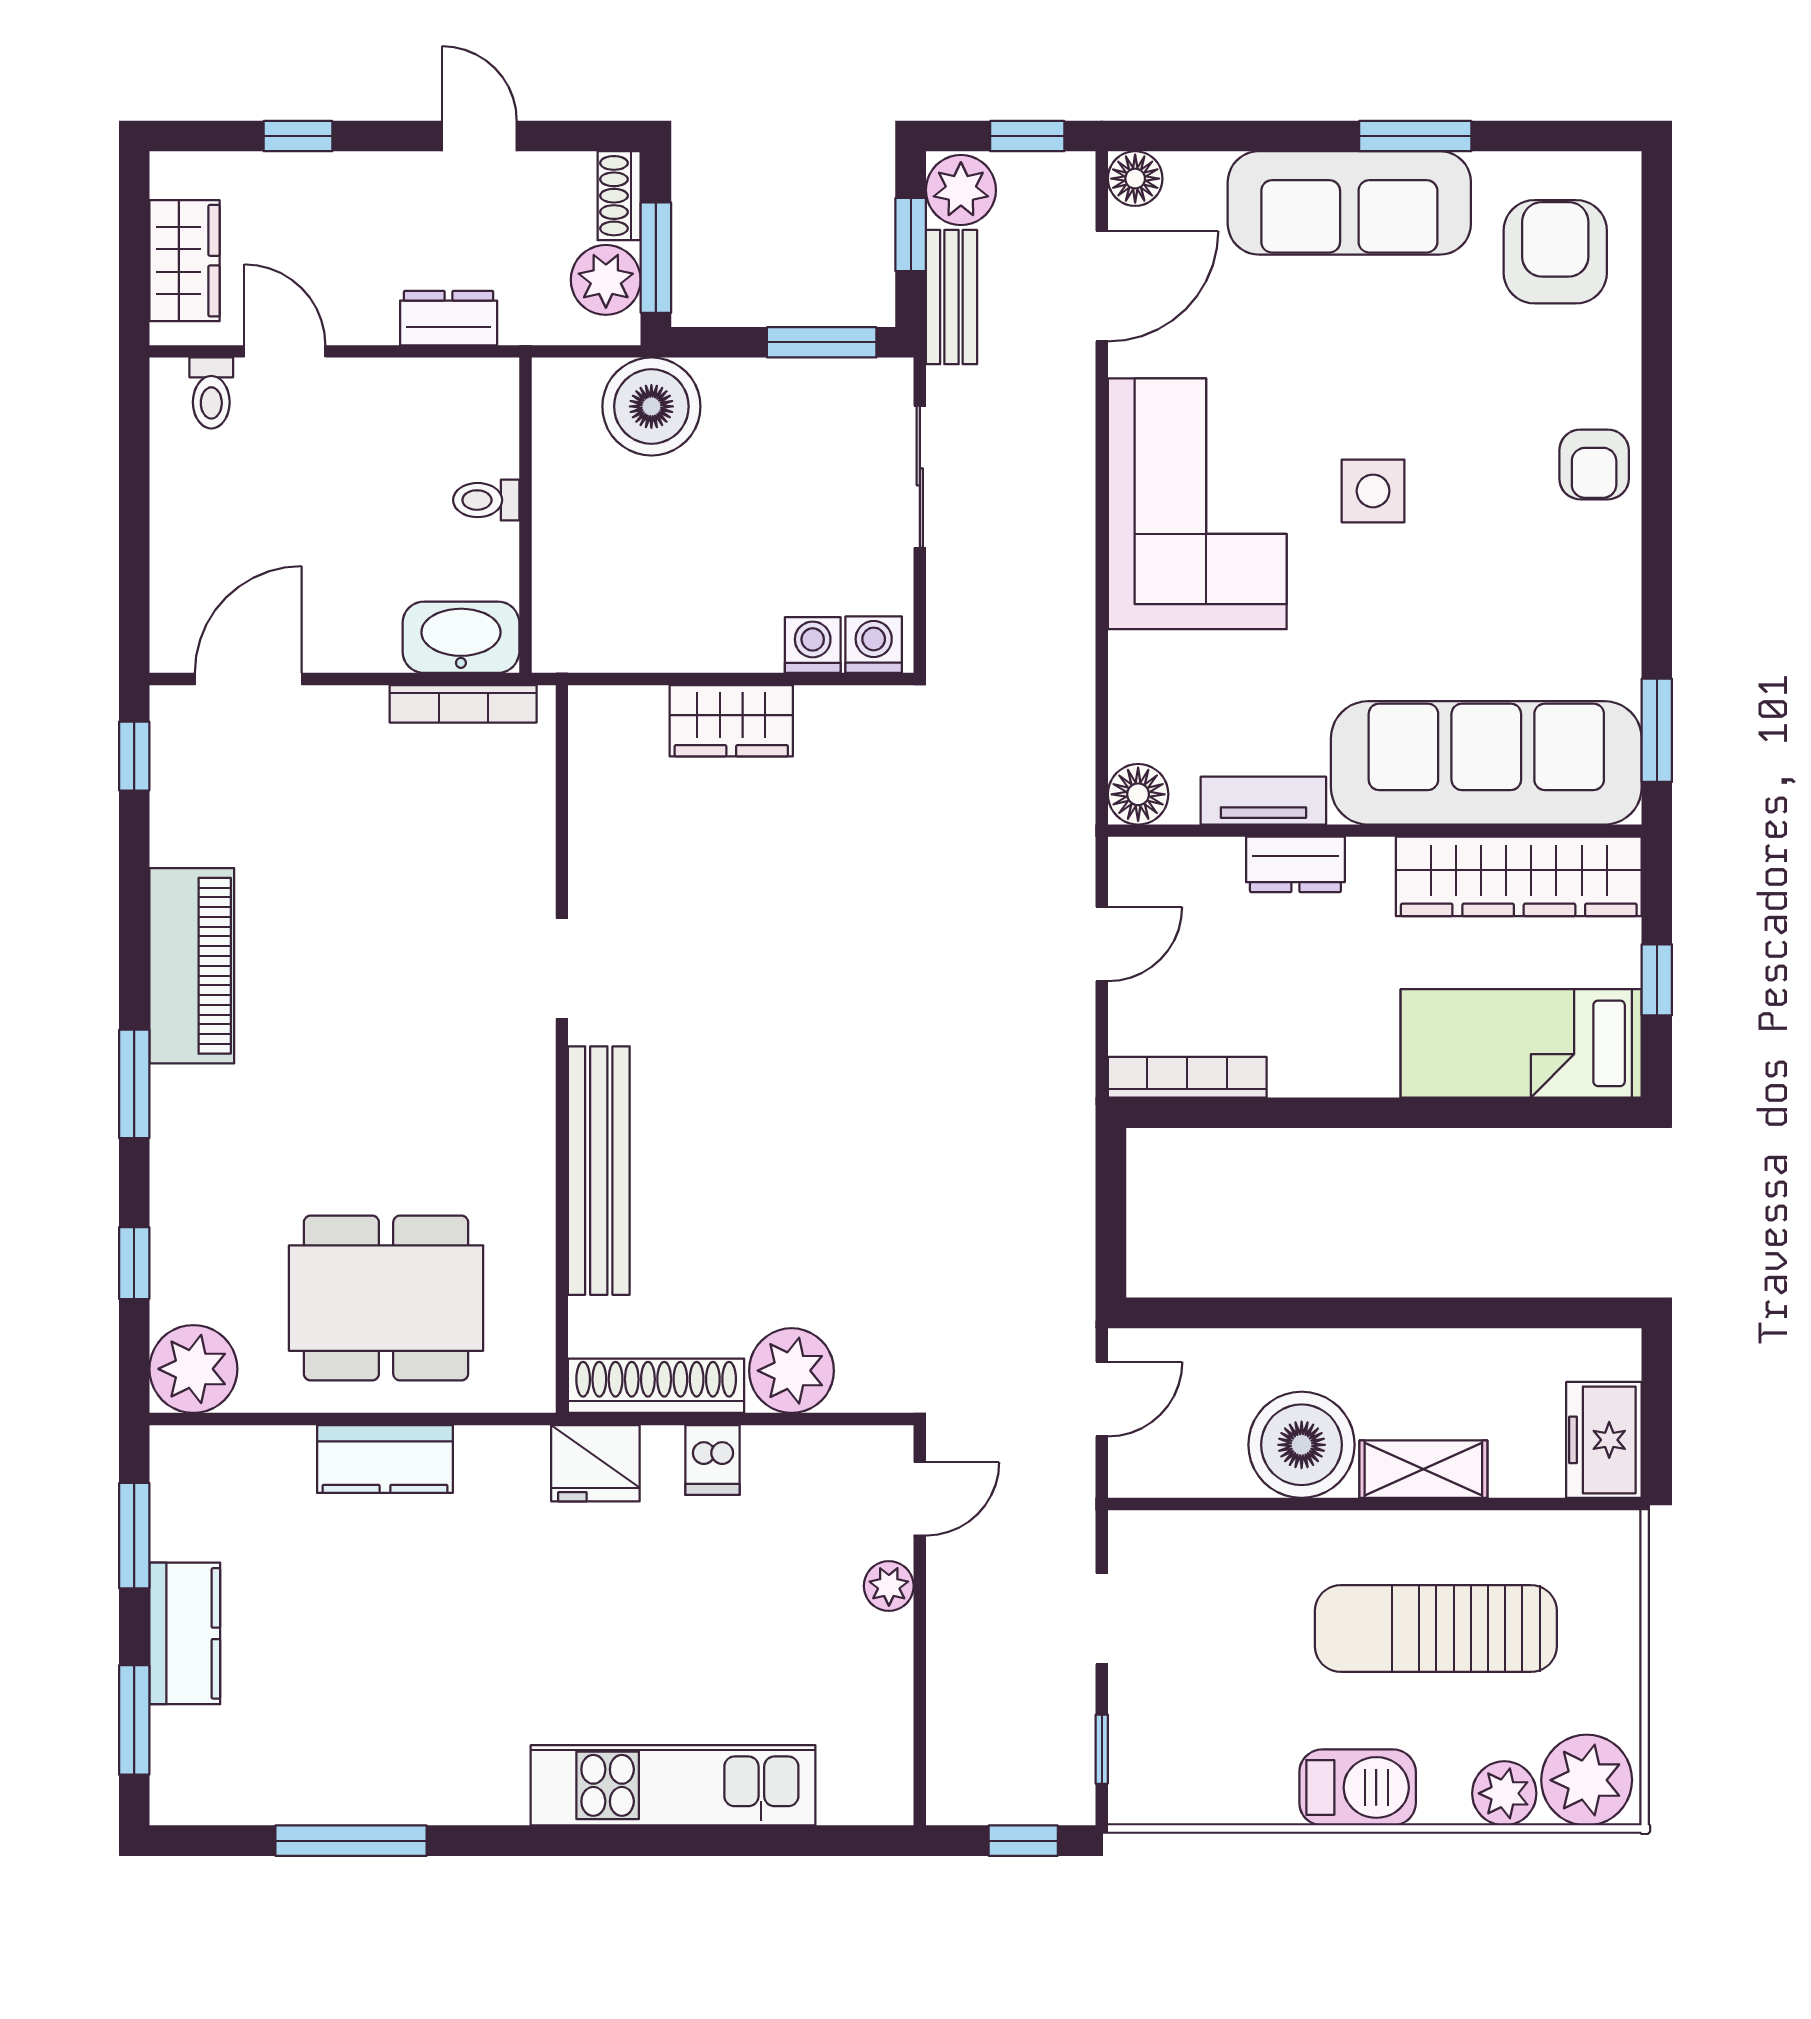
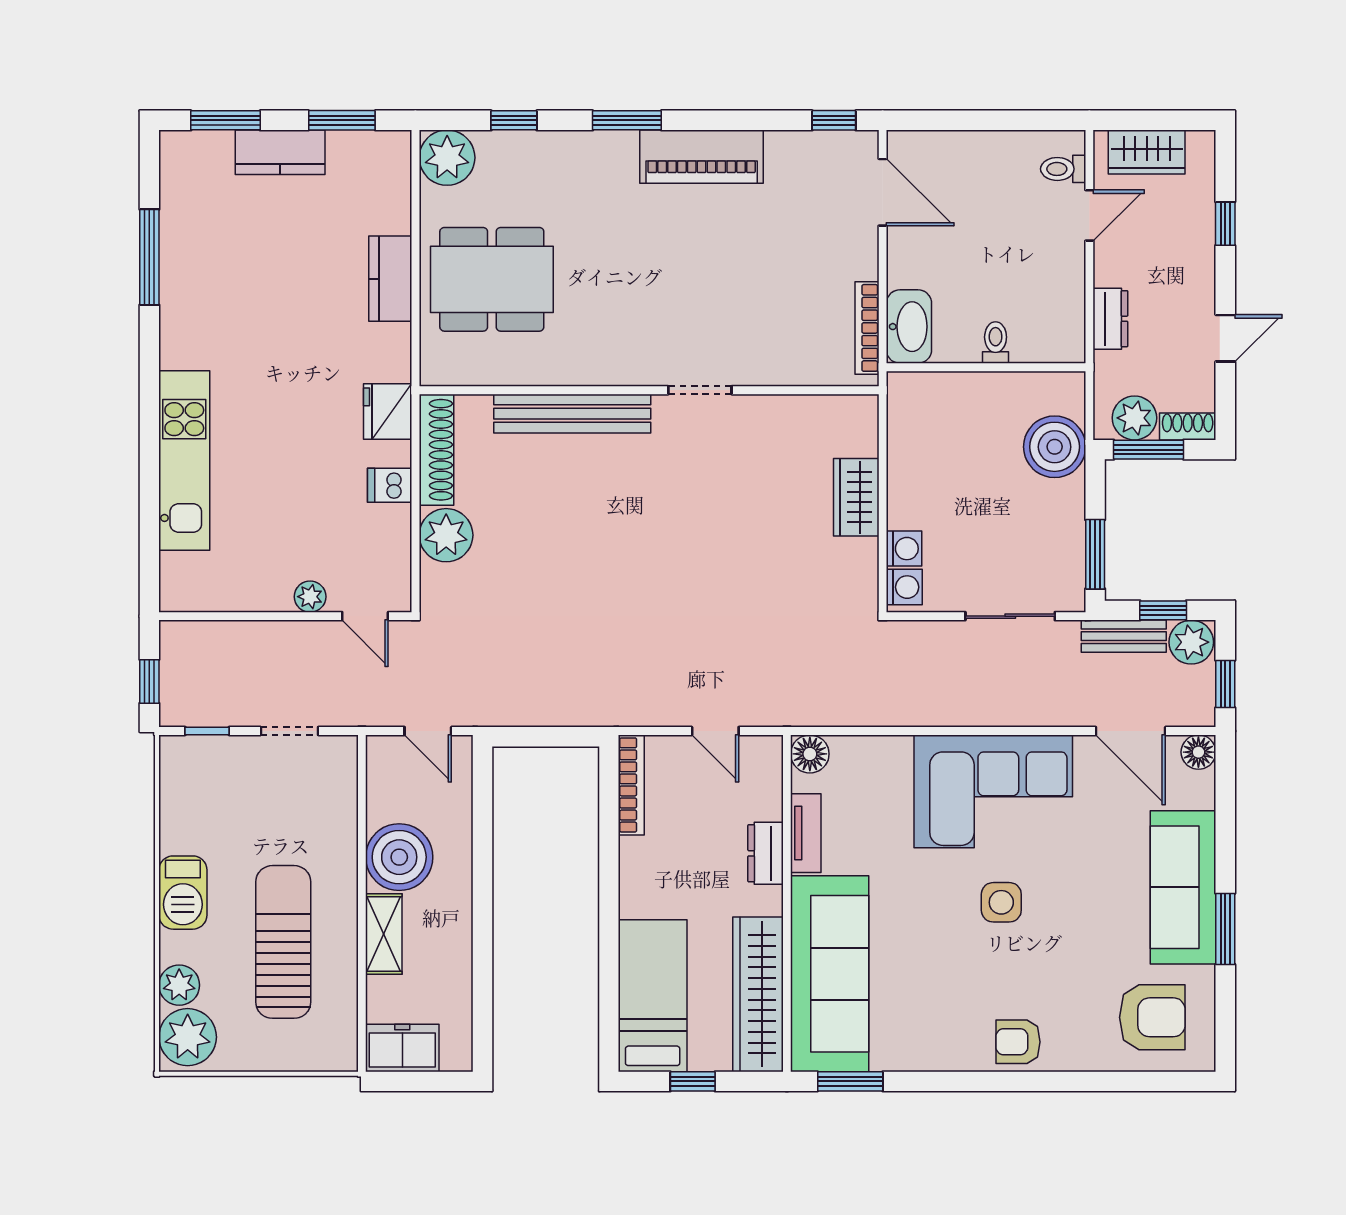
dining table: (386, 1298) -> (492, 279), turned 90

